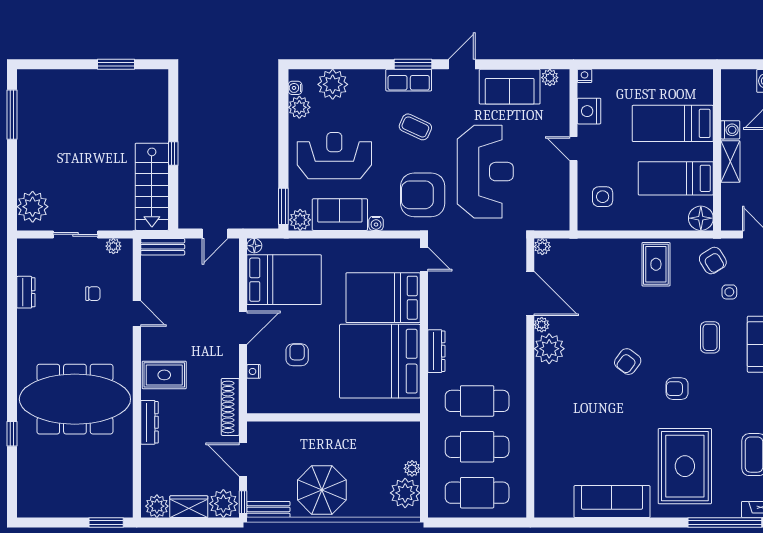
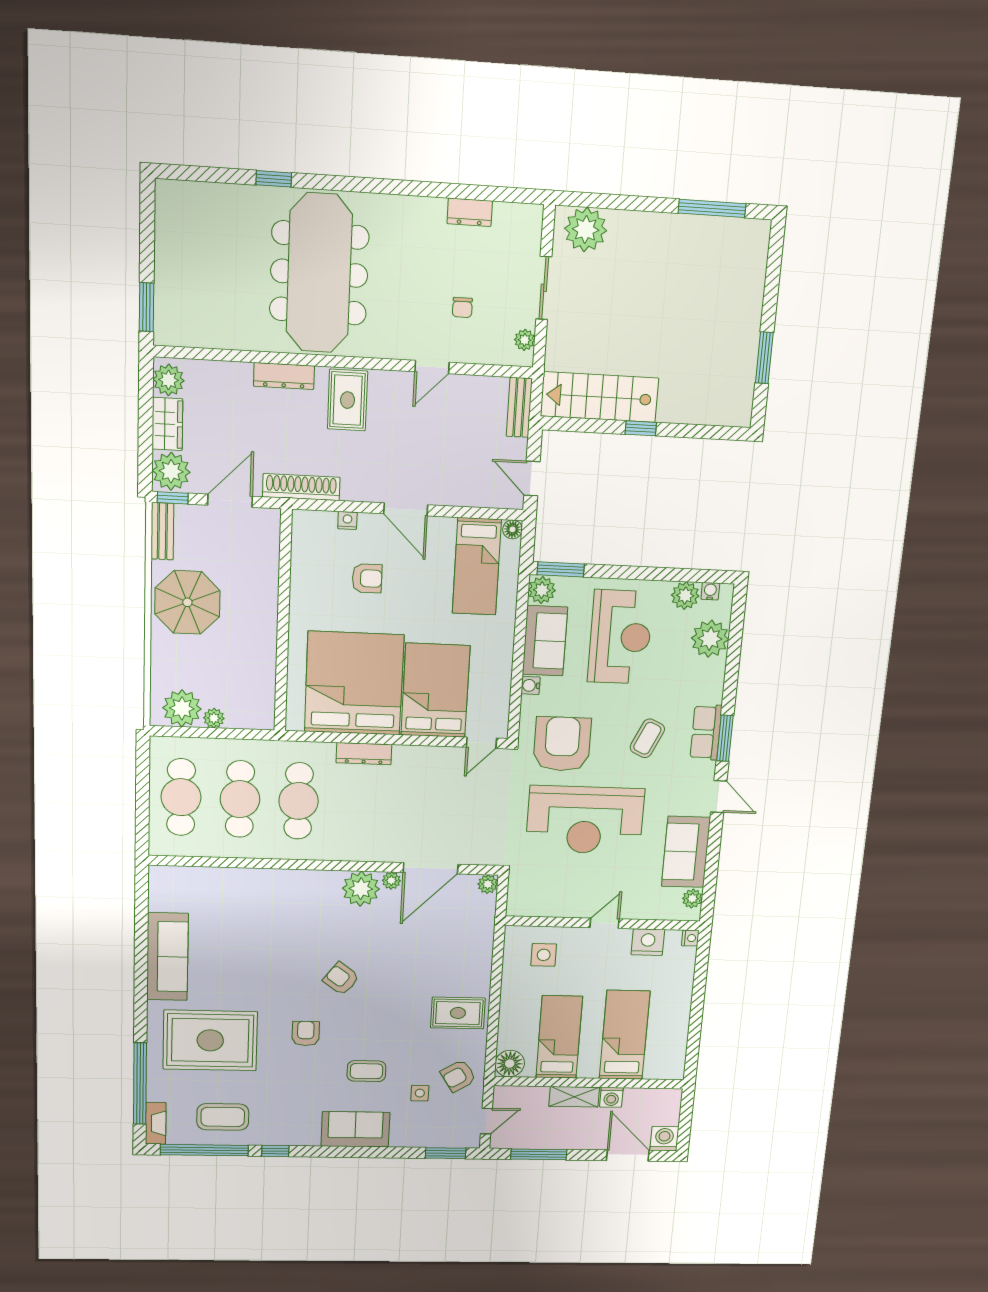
bed: (284, 280) -> (477, 566), width x0.67

